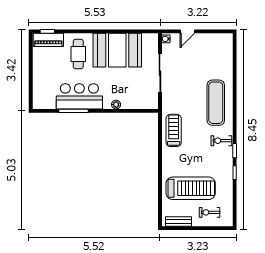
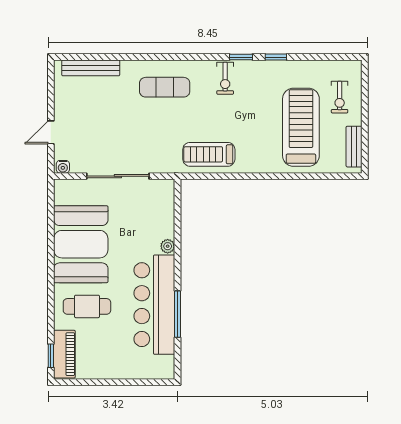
door: (187, 31) -> (51, 132), swing flipped
bench: (228, 56) -> (91, 68), added
bar counter: (79, 96) -> (154, 305), width x1.36
exercise mat: (216, 103) -> (165, 87), width x0.73, depth x0.69

